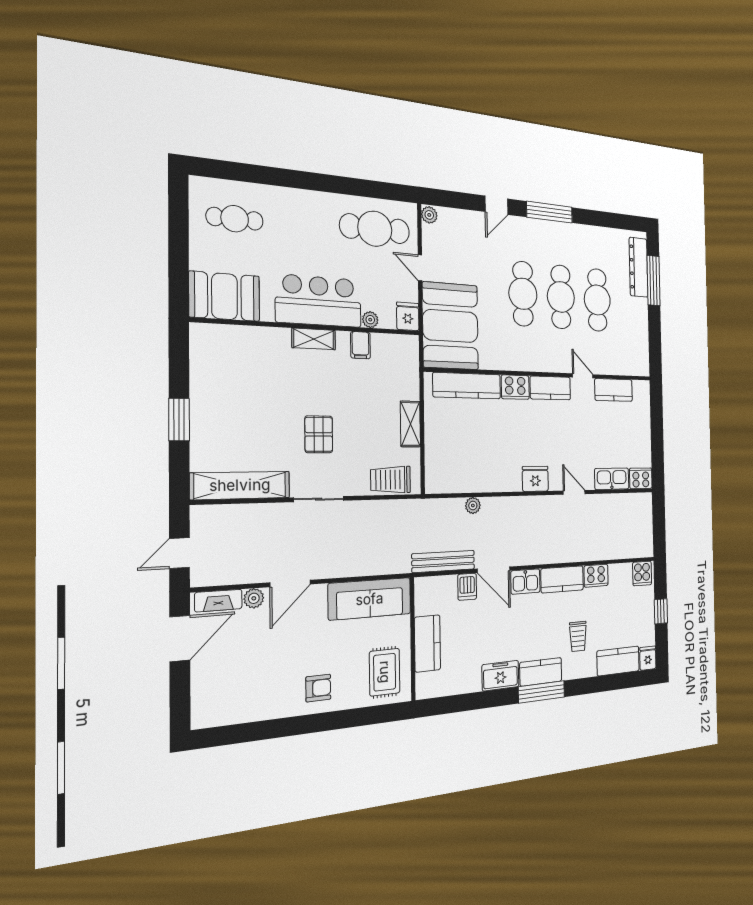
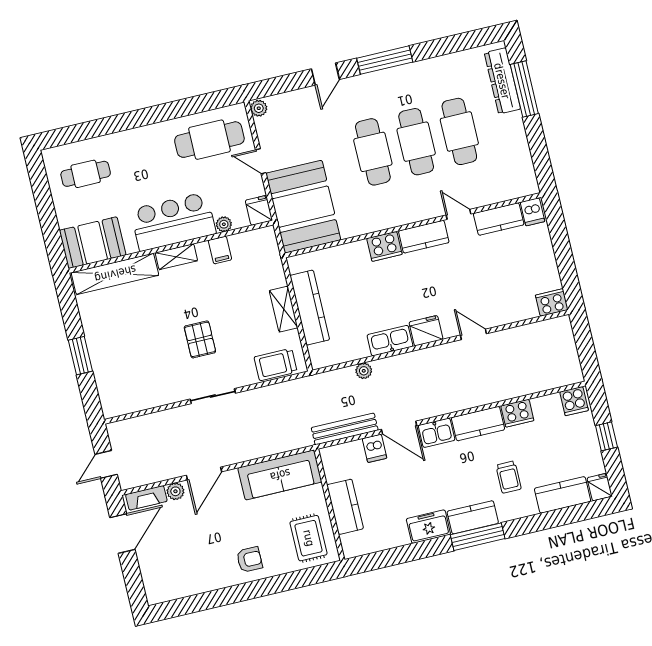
kitchen counter: (467, 386) -> (310, 308), moved, turned -90
dishwasher: (641, 392) -> (533, 212), added
kitchen sink: (612, 479) -> (390, 341), moved
shelving: (240, 485) -> (115, 274), moved

